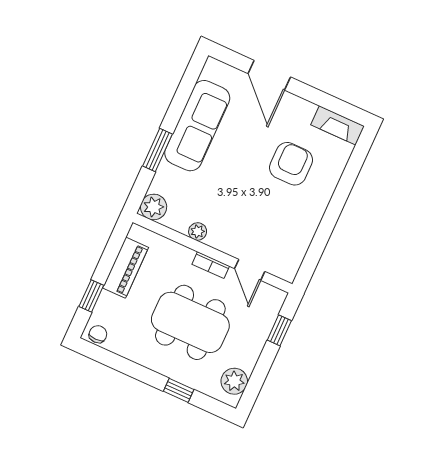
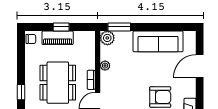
window: (158, 150) -> (119, 27), moved
piano: (126, 268) -> (58, 38), moved
window: (91, 296) -> (61, 27), moved

